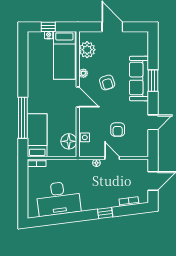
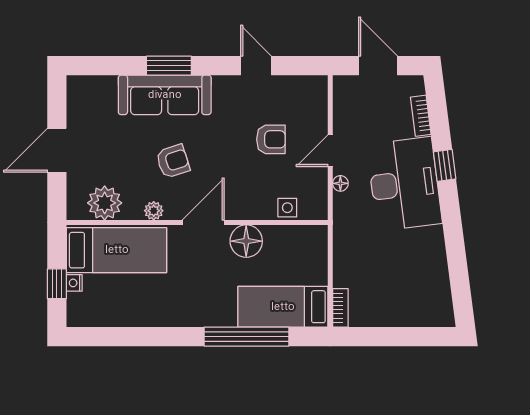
floor lamp: (69, 141) -> (246, 241), moved
desk: (58, 198) -> (404, 184), moved

